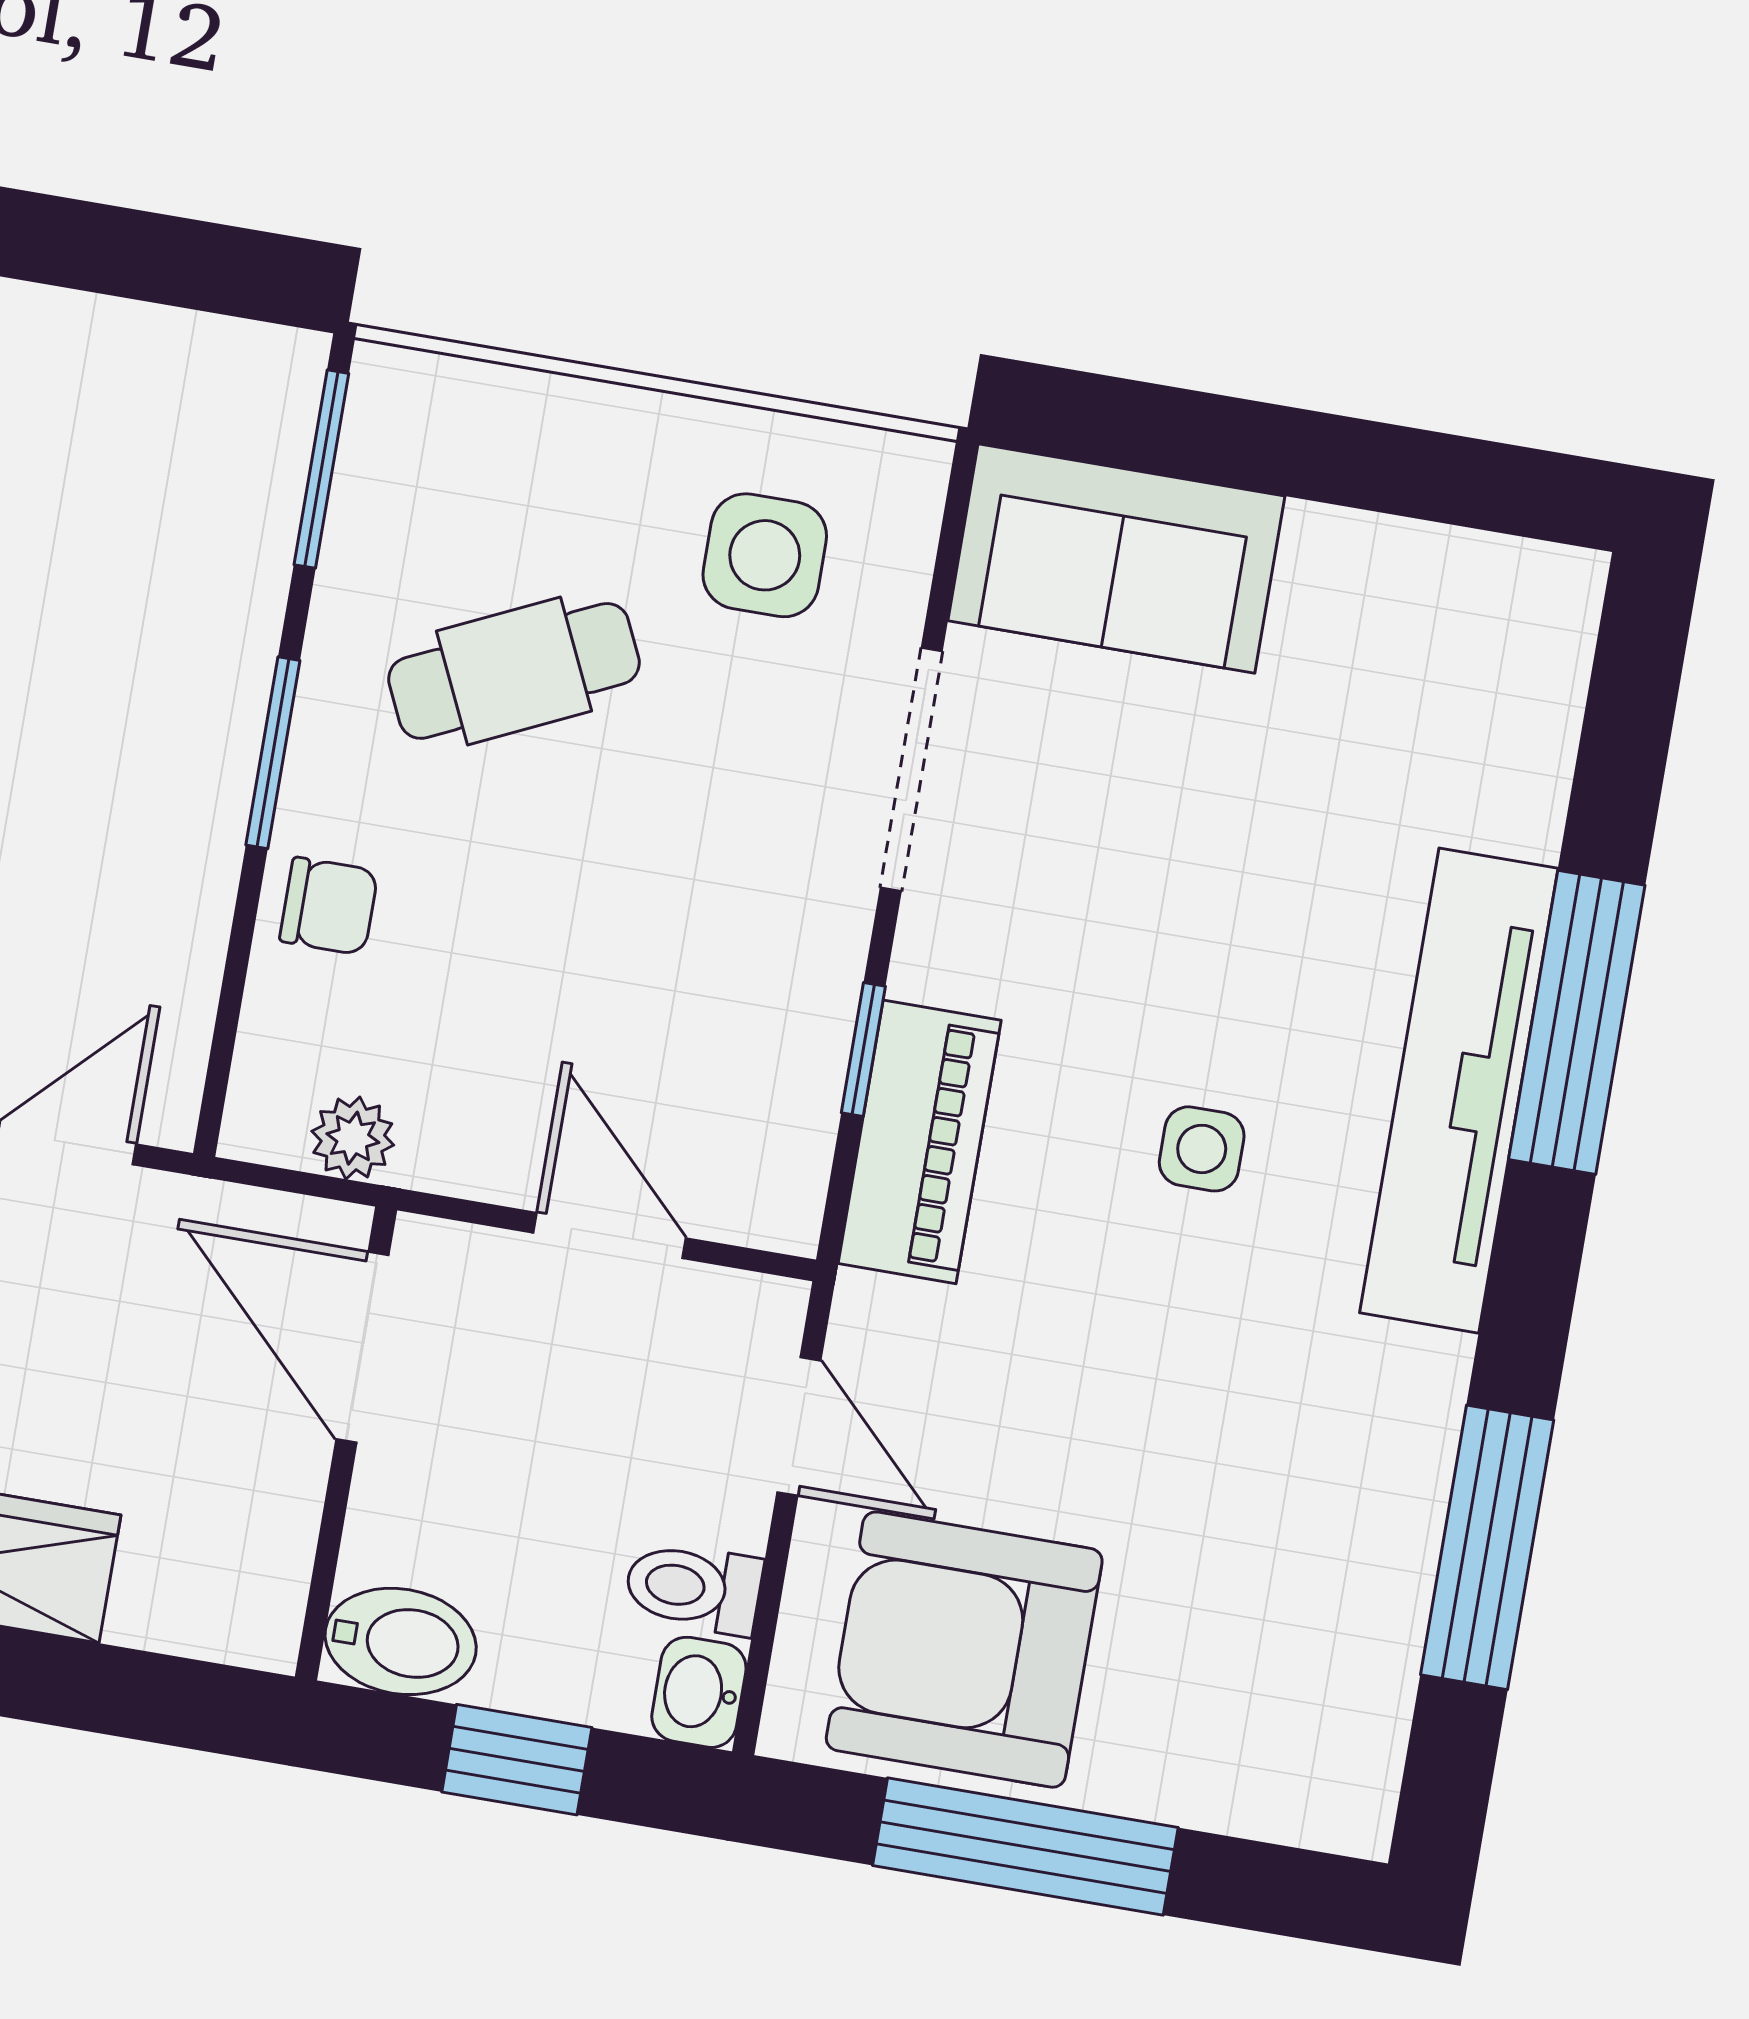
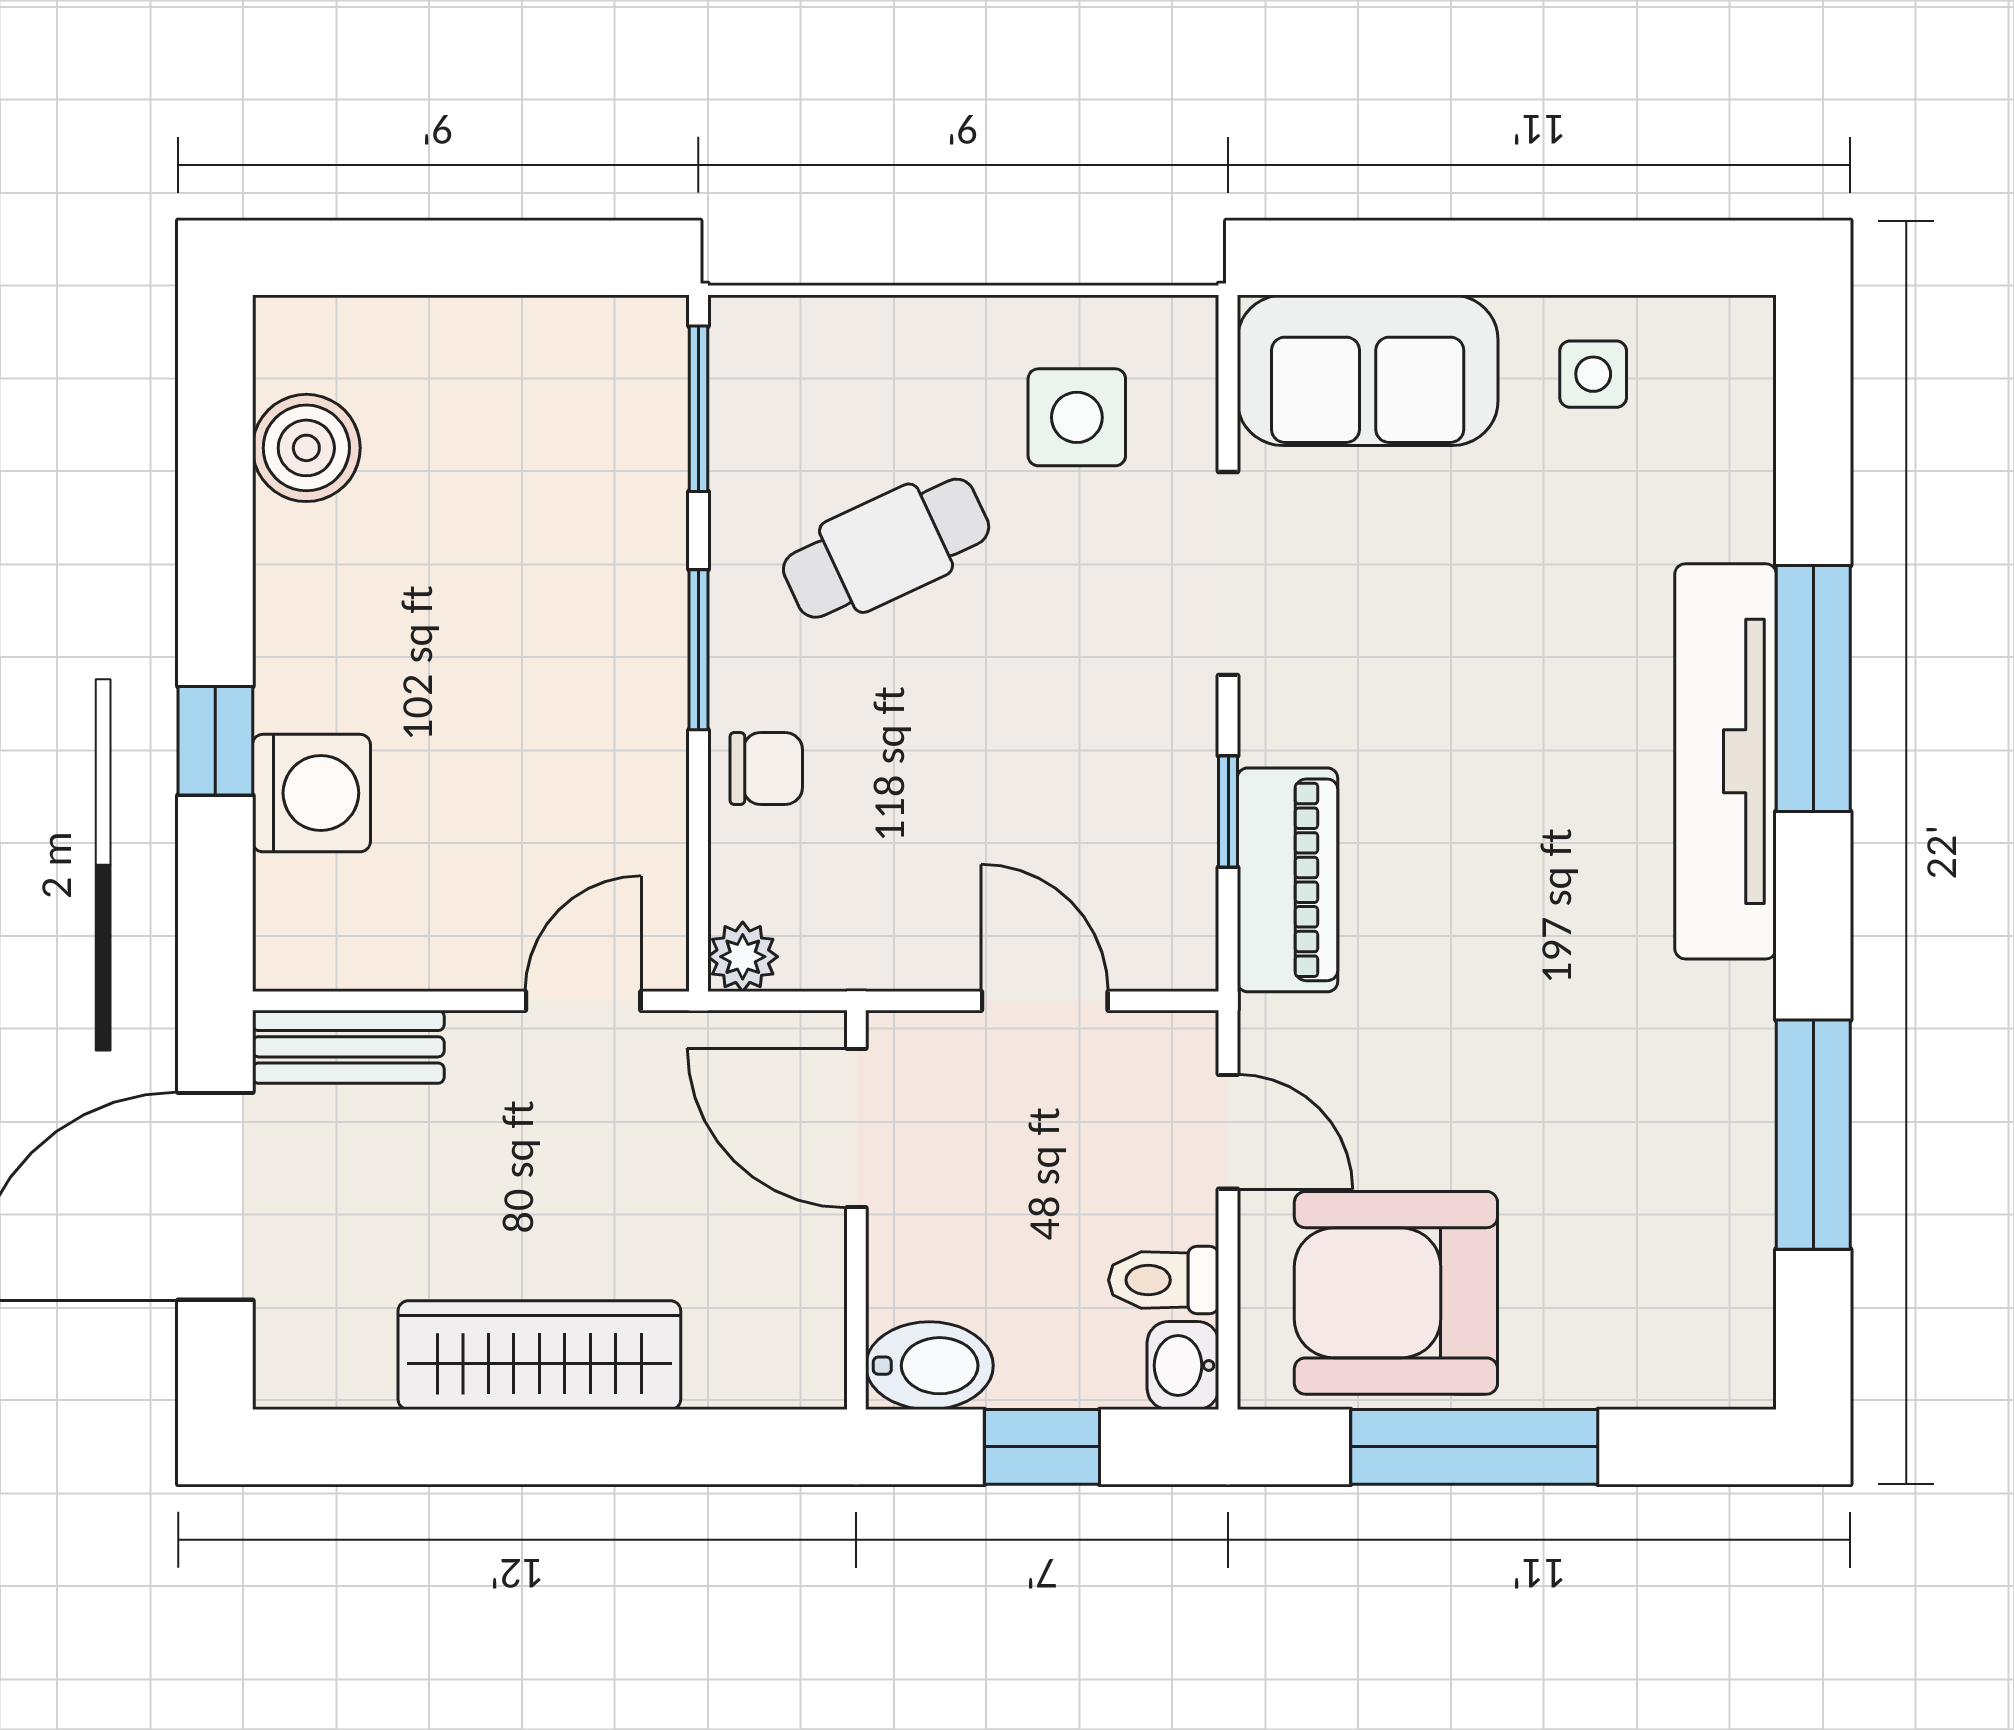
plant: (353, 1138) -> (743, 957), moved
side table: (1202, 1149) -> (1593, 374), moved

